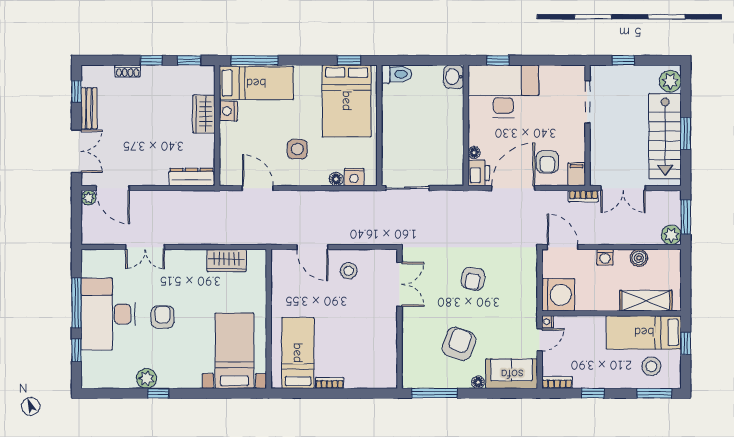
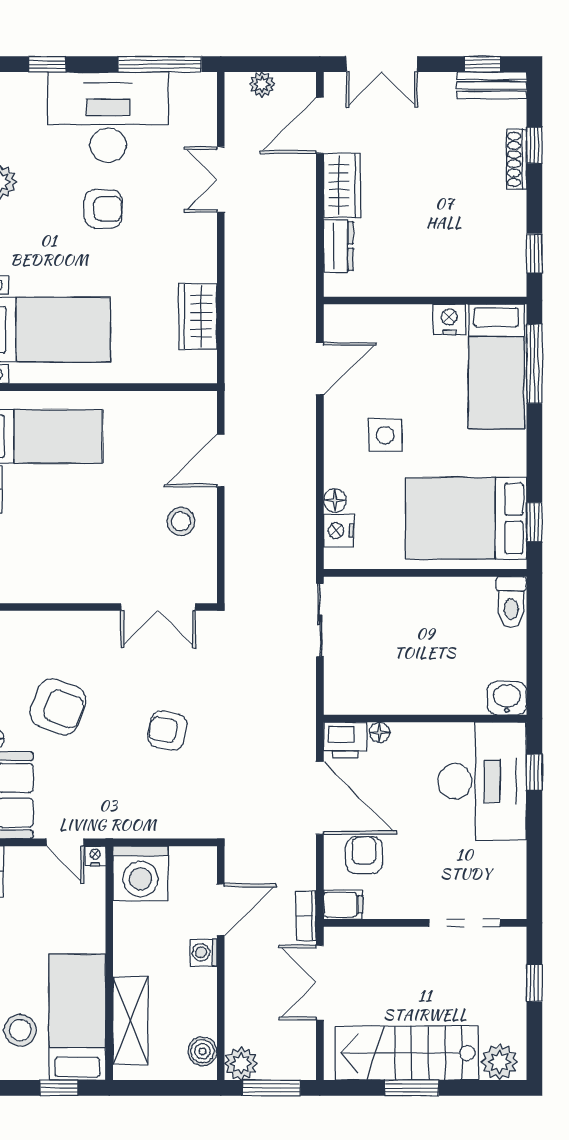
window: (151, 60) -> (534, 145), moved
shoe rack: (128, 71) -> (516, 159), width x1.43
bench: (89, 108) -> (492, 85), moved
wardrobe: (204, 114) -> (342, 185), moved, turned 90
armchair: (547, 162) -> (364, 855), turned 90
dresser: (192, 177) -> (338, 246), width x0.70
plant: (89, 198) -> (262, 84), moved
door: (563, 247) -> (221, 910), moved
boiler: (639, 258) -> (203, 1051), moved
window: (76, 303) -> (160, 64), moved

